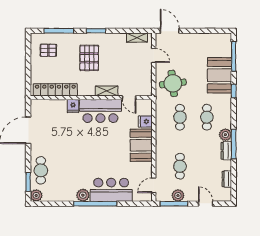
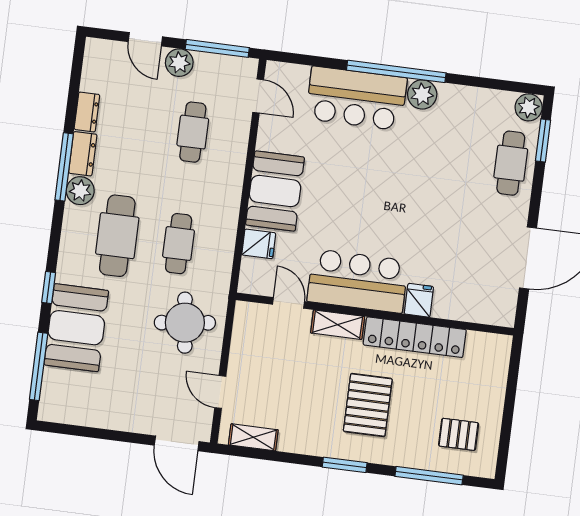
locker: (55, 90) -> (415, 337), moved
cafe table: (207, 117) -> (117, 236), width x1.37, depth x1.35
dresser: (227, 179) -> (87, 112), moved
door: (154, 185) -> (258, 96), hinge flipped
plant: (178, 195) -> (179, 63), moved

